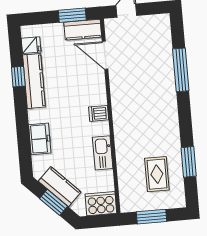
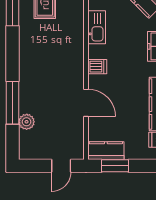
plant: (165, 52) -> (27, 122), added
door: (105, 55) -> (86, 103), moved

